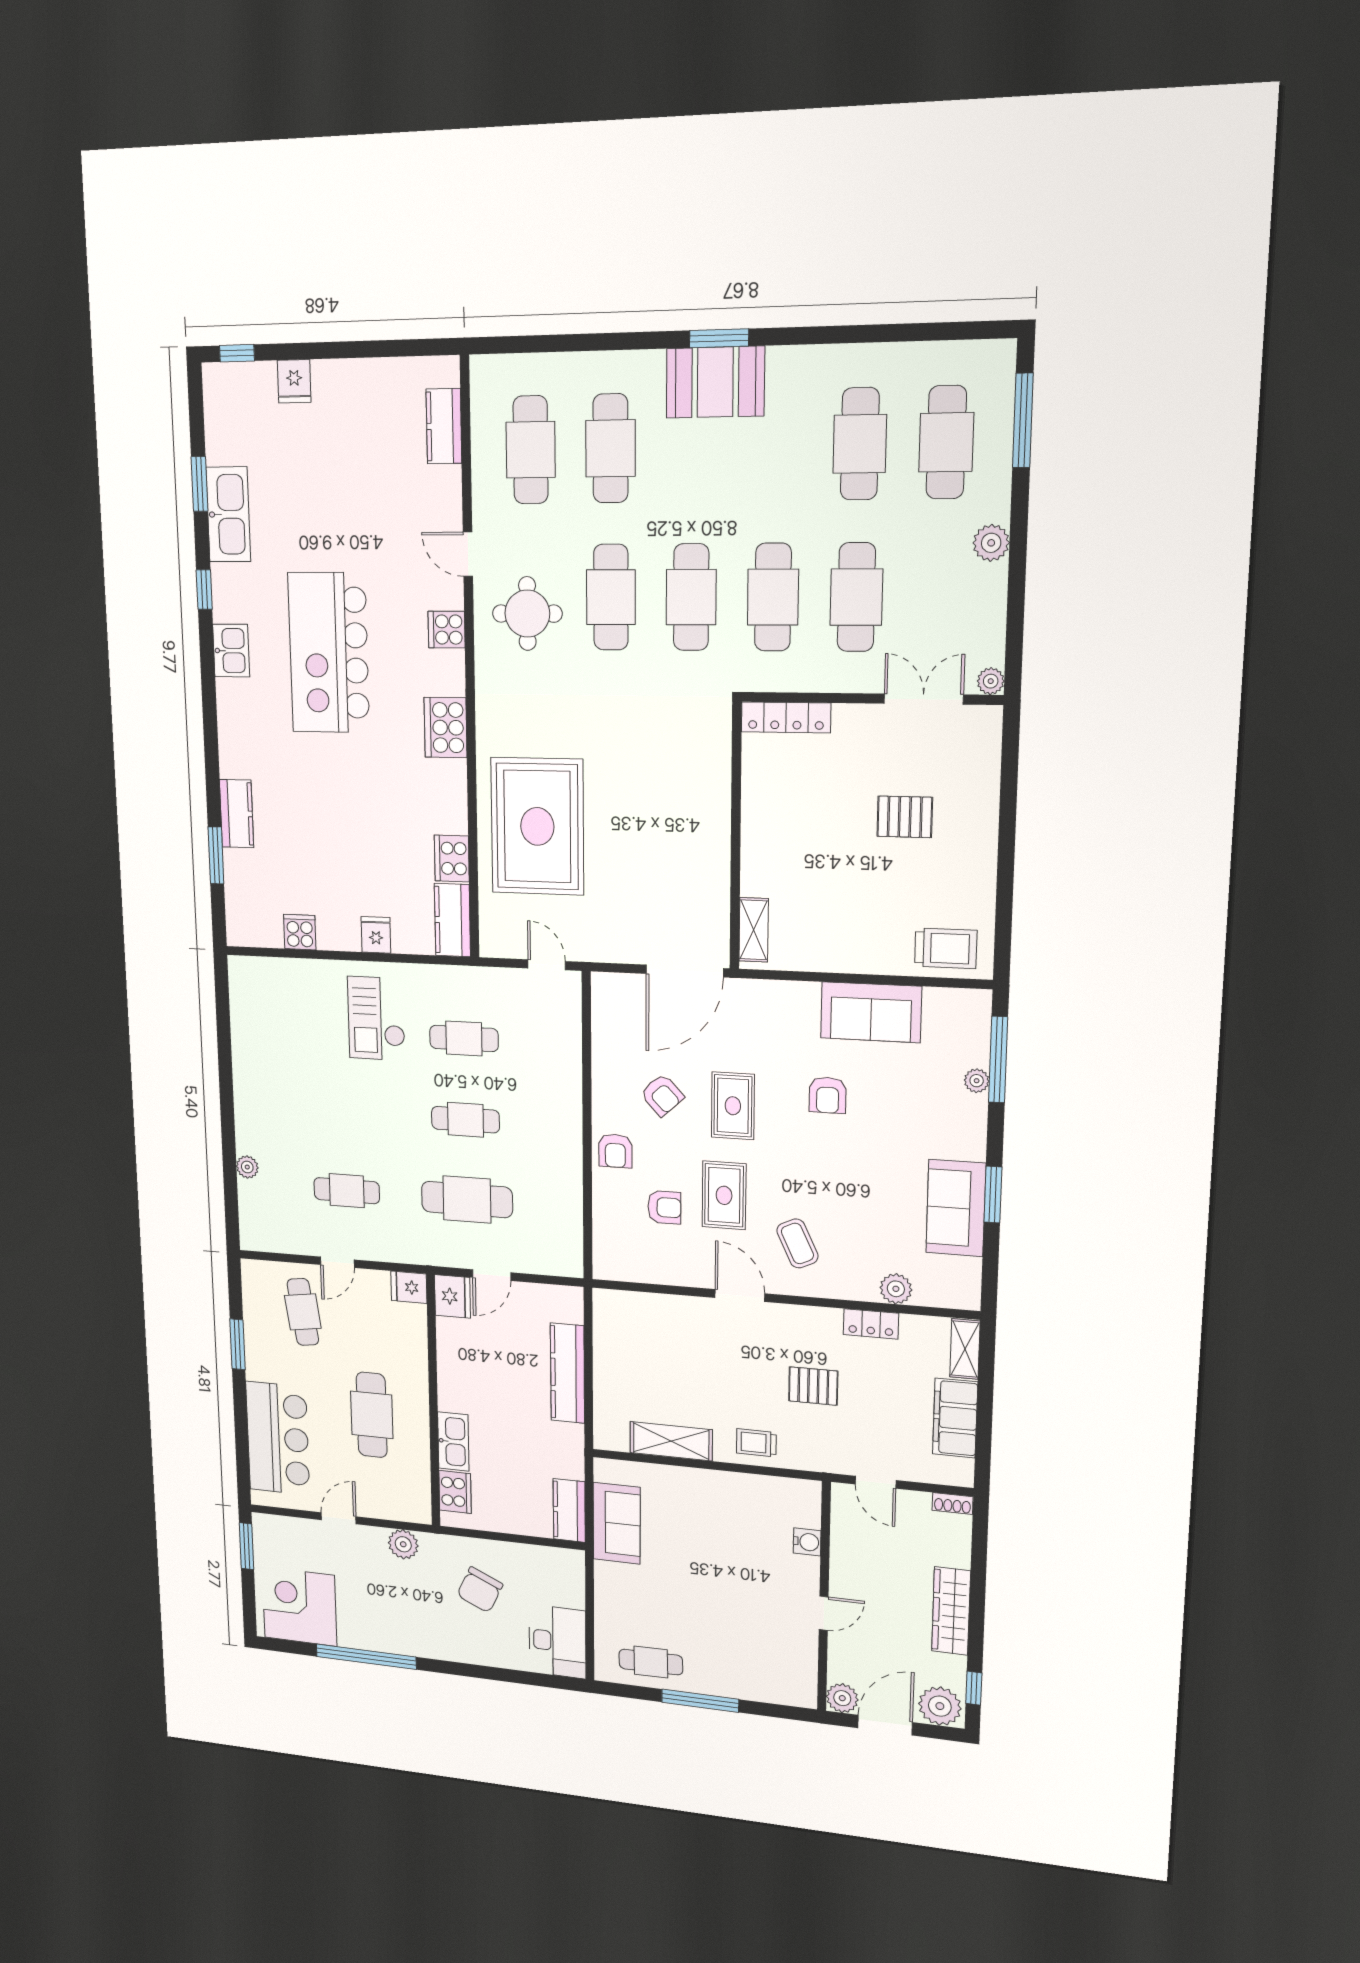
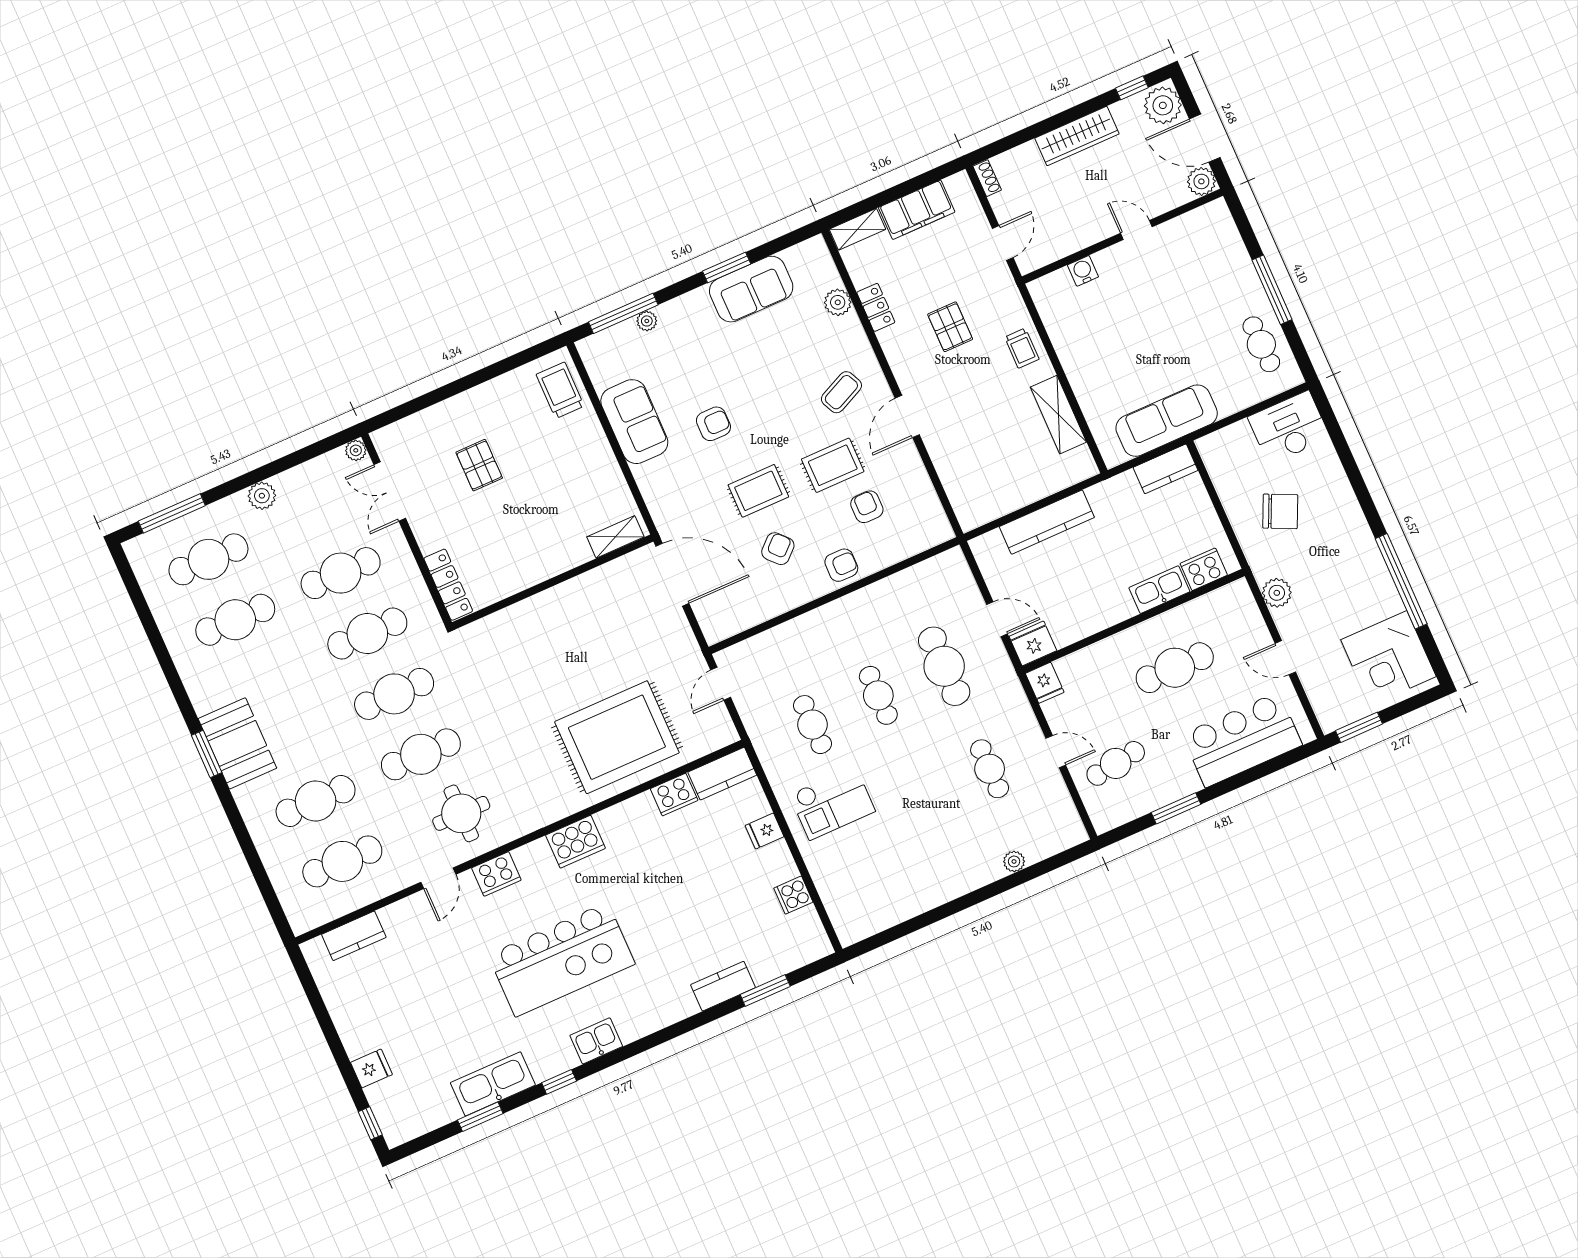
cooker: (447, 630) -> (496, 874), width x1.36
sofa: (617, 1523) -> (1167, 421), width x1.36

